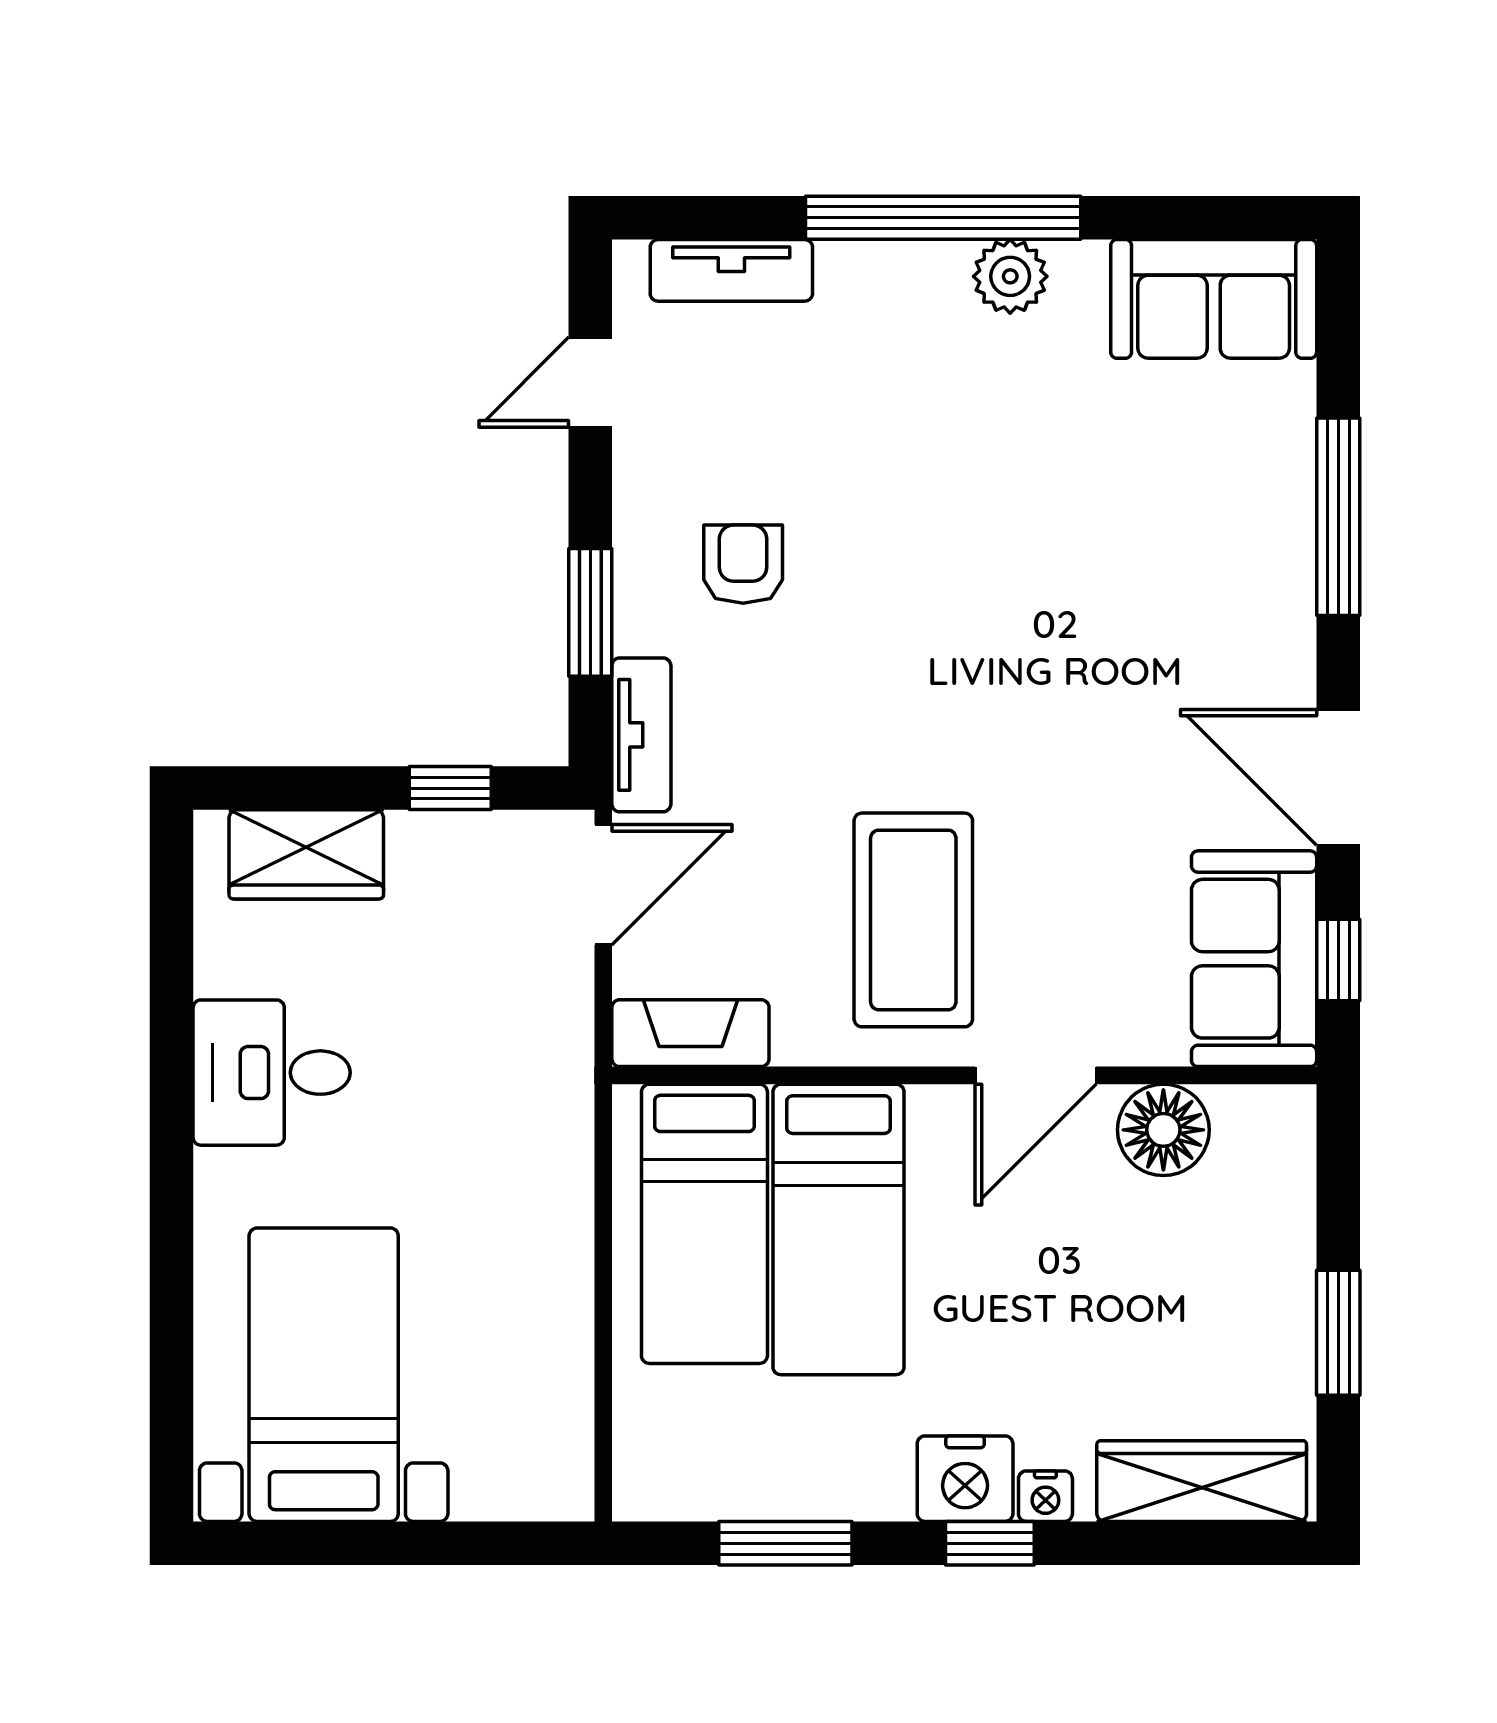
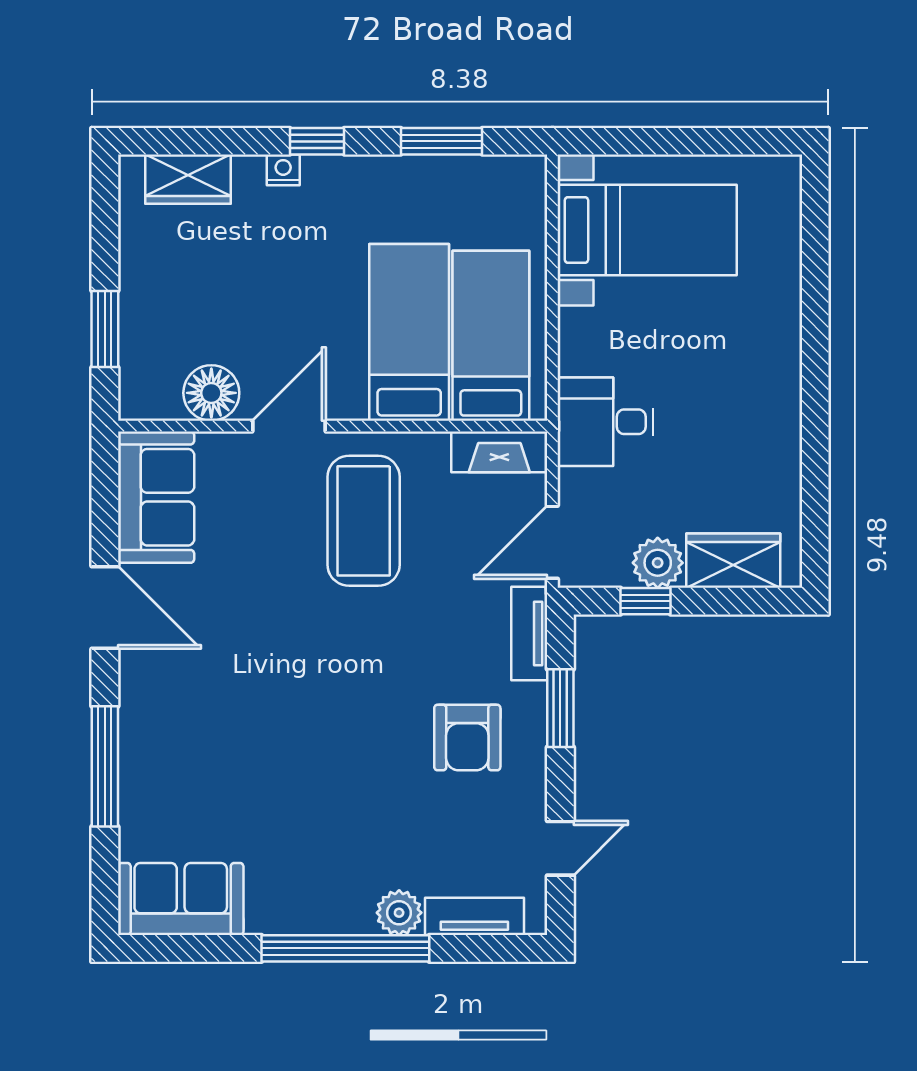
plant: (1010, 276) -> (399, 913), moved
armchair: (743, 564) -> (467, 738), width x1.38, depth x1.38
plant: (430, 851) -> (658, 563), added
window: (1338, 960) -> (105, 496), removed
desk: (272, 1073) -> (605, 422), moved, turned 180
window: (1338, 1333) -> (105, 329), moved
bed with nightstands: (324, 1375) -> (647, 230), moved, turned -90
nightstand: (965, 1479) -> (332, 181), removed
wardrobe: (1202, 1481) -> (188, 179), width x0.67

